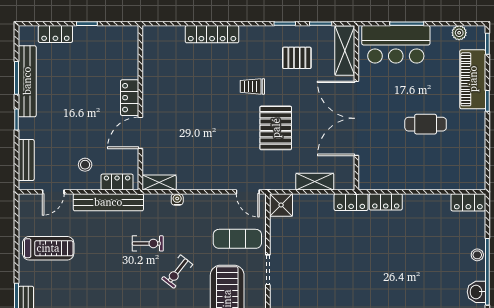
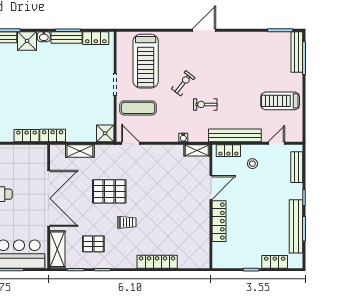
locker: (130, 98) -> (219, 221), width x1.53
pallet: (276, 128) -> (109, 191), turned 90

